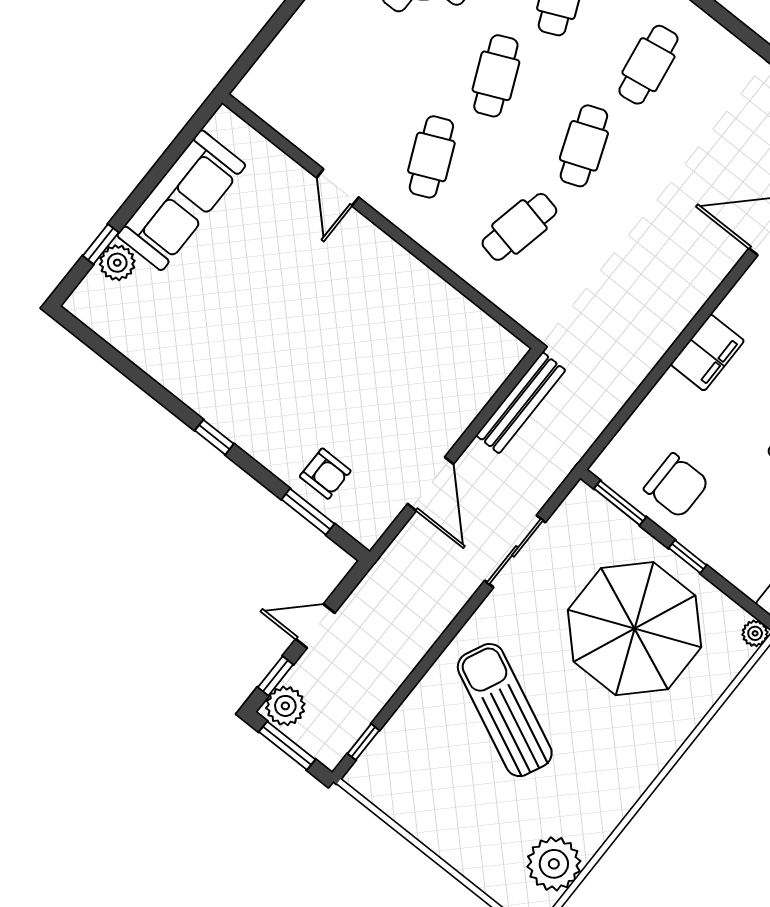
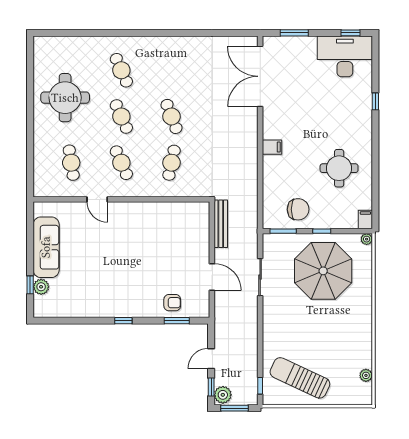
cafe table: (648, 65) -> (71, 163), moved
filing cabinet: (707, 353) -> (272, 147), width x0.50
sun lounger: (505, 710) -> (300, 378), moved
plant: (554, 864) -> (366, 375), width x0.53, depth x0.53

